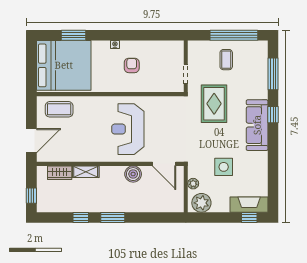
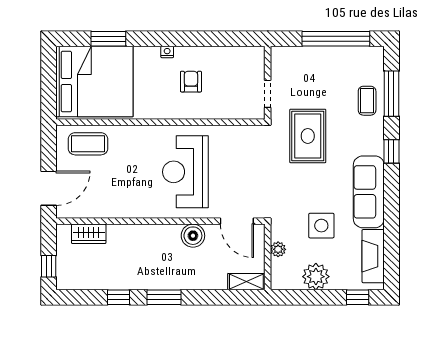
coffee table: (226, 60) -> (367, 101), moved
sofa: (257, 125) -> (369, 192), moved
shelving: (86, 172) -> (246, 282), moved
plant: (201, 203) -> (316, 277), moved
fireplace: (249, 205) -> (373, 256), moved, turned -90

